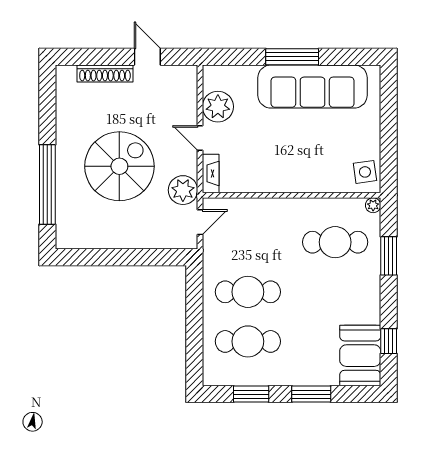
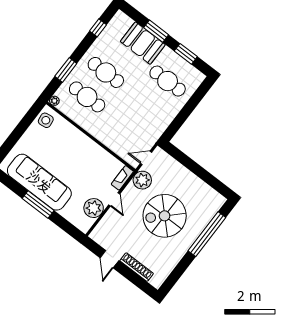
cafe table: (248, 292) -> (106, 72), moved
booth: (360, 356) -> (143, 43), moved, turned 90

